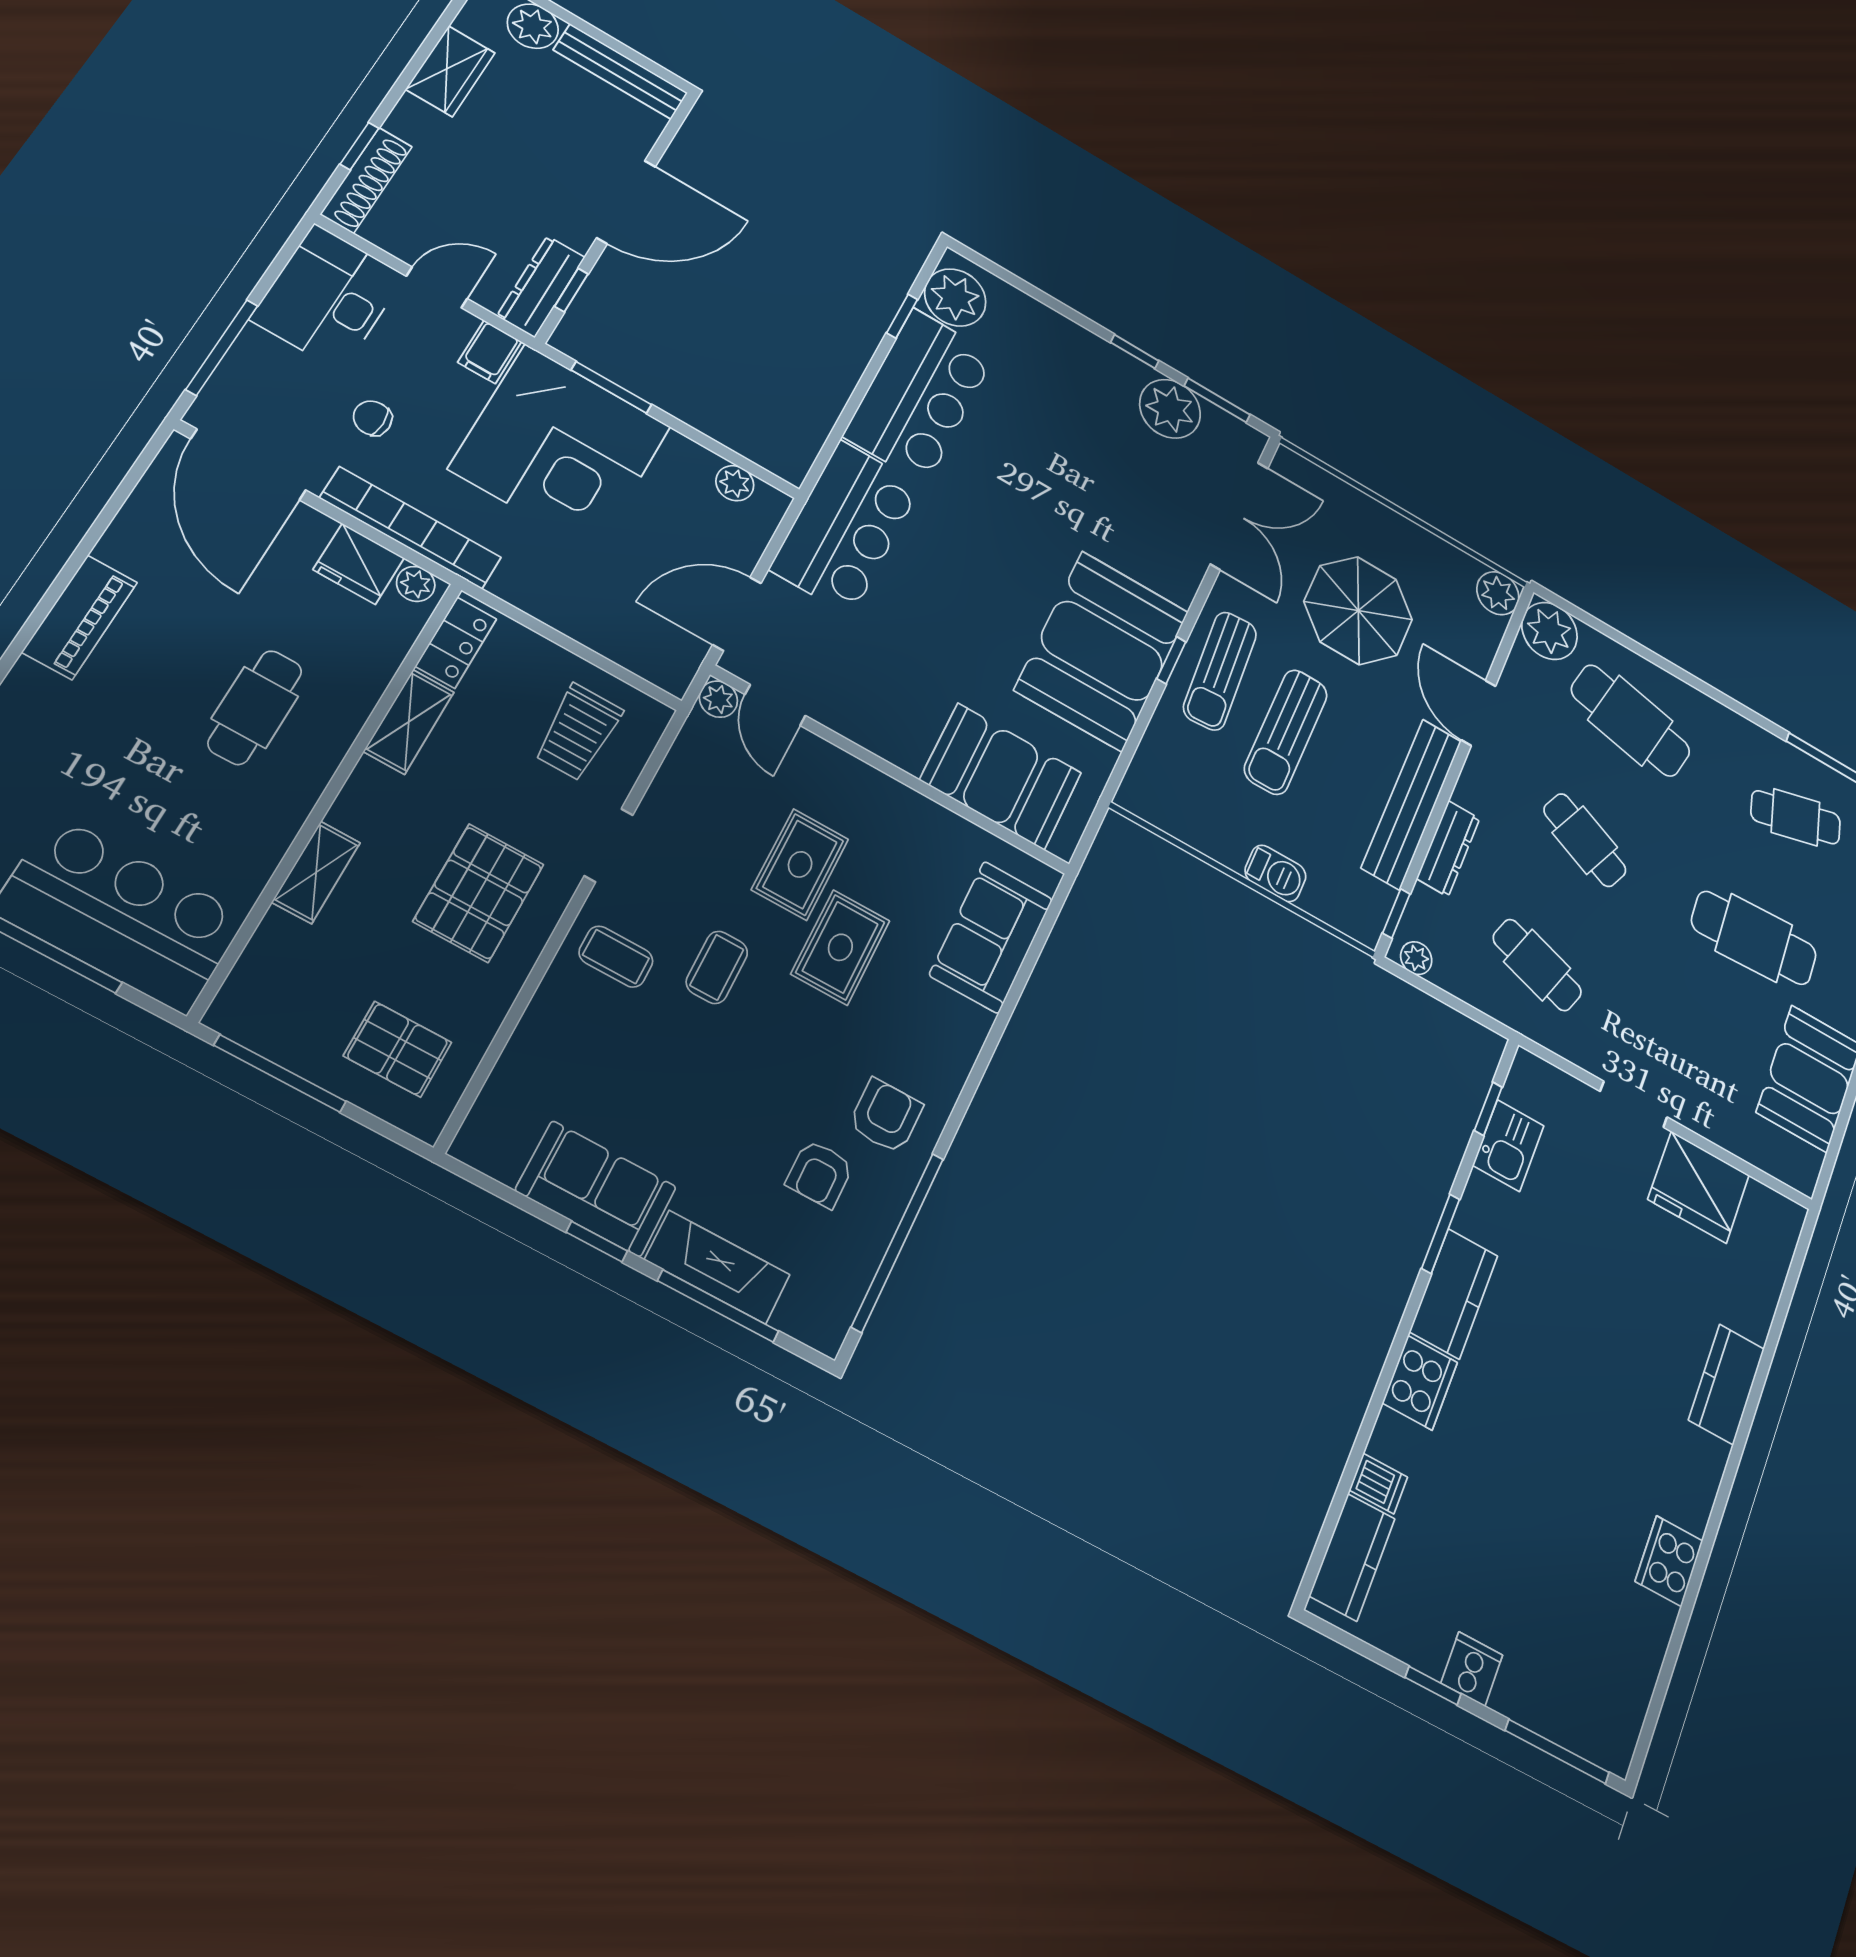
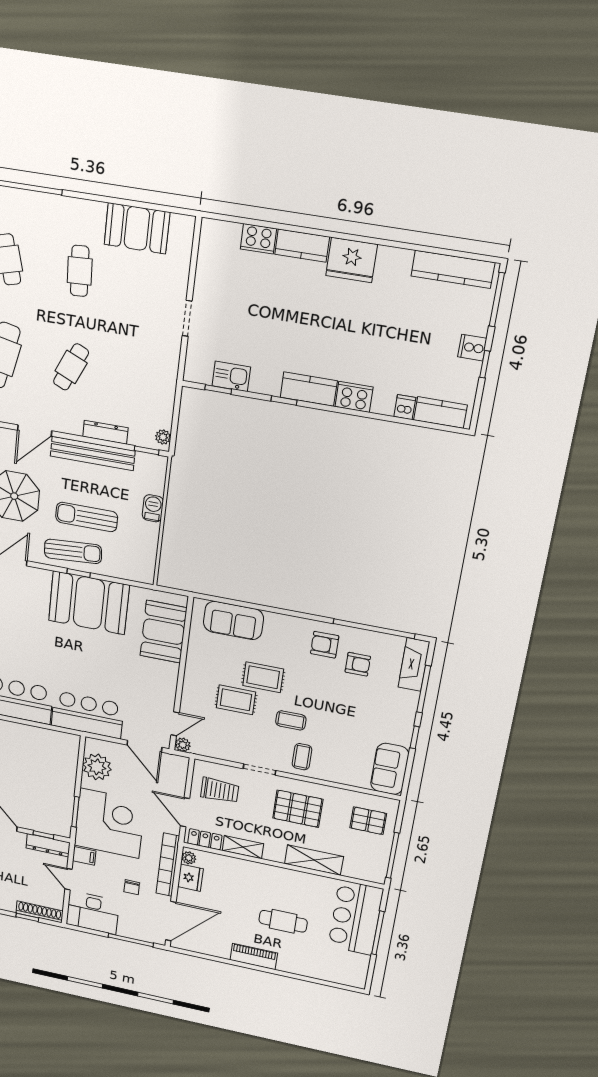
plant: (735, 483) -> (97, 767), width x1.87, depth x1.87
door: (542, 629) -> (185, 812), added
cafe table: (255, 707) -> (283, 921), moved
sun lounger: (1286, 732) -> (87, 517), turned 180
shelving: (316, 872) -> (314, 860), width x1.50, depth x1.33
cafe table: (1754, 938) -> (80, 271), width x0.73, depth x0.74
cafe table: (1537, 965) -> (141, 379), removed
pallet: (398, 1049) -> (368, 821), turned 90
fridge: (1699, 1187) -> (352, 260), moved, turned 90
sofa: (596, 1189) -> (390, 769), moved
window: (1441, 1234) -> (284, 401), width x0.67
fireplace: (717, 1267) -> (414, 665), moved
cooker: (1669, 1561) -> (258, 239), moved
kitchen counter: (1631, 1676) -> (453, 269), added

